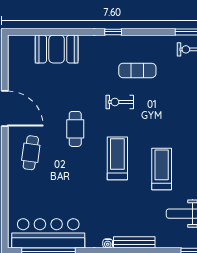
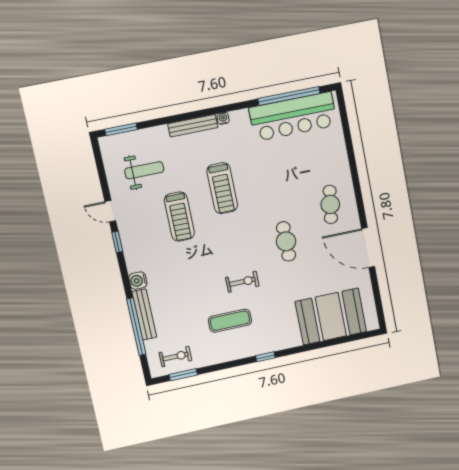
booth: (57, 49) -> (331, 317), width x1.36, depth x1.42
treadmill: (117, 158) -> (222, 188), moved

